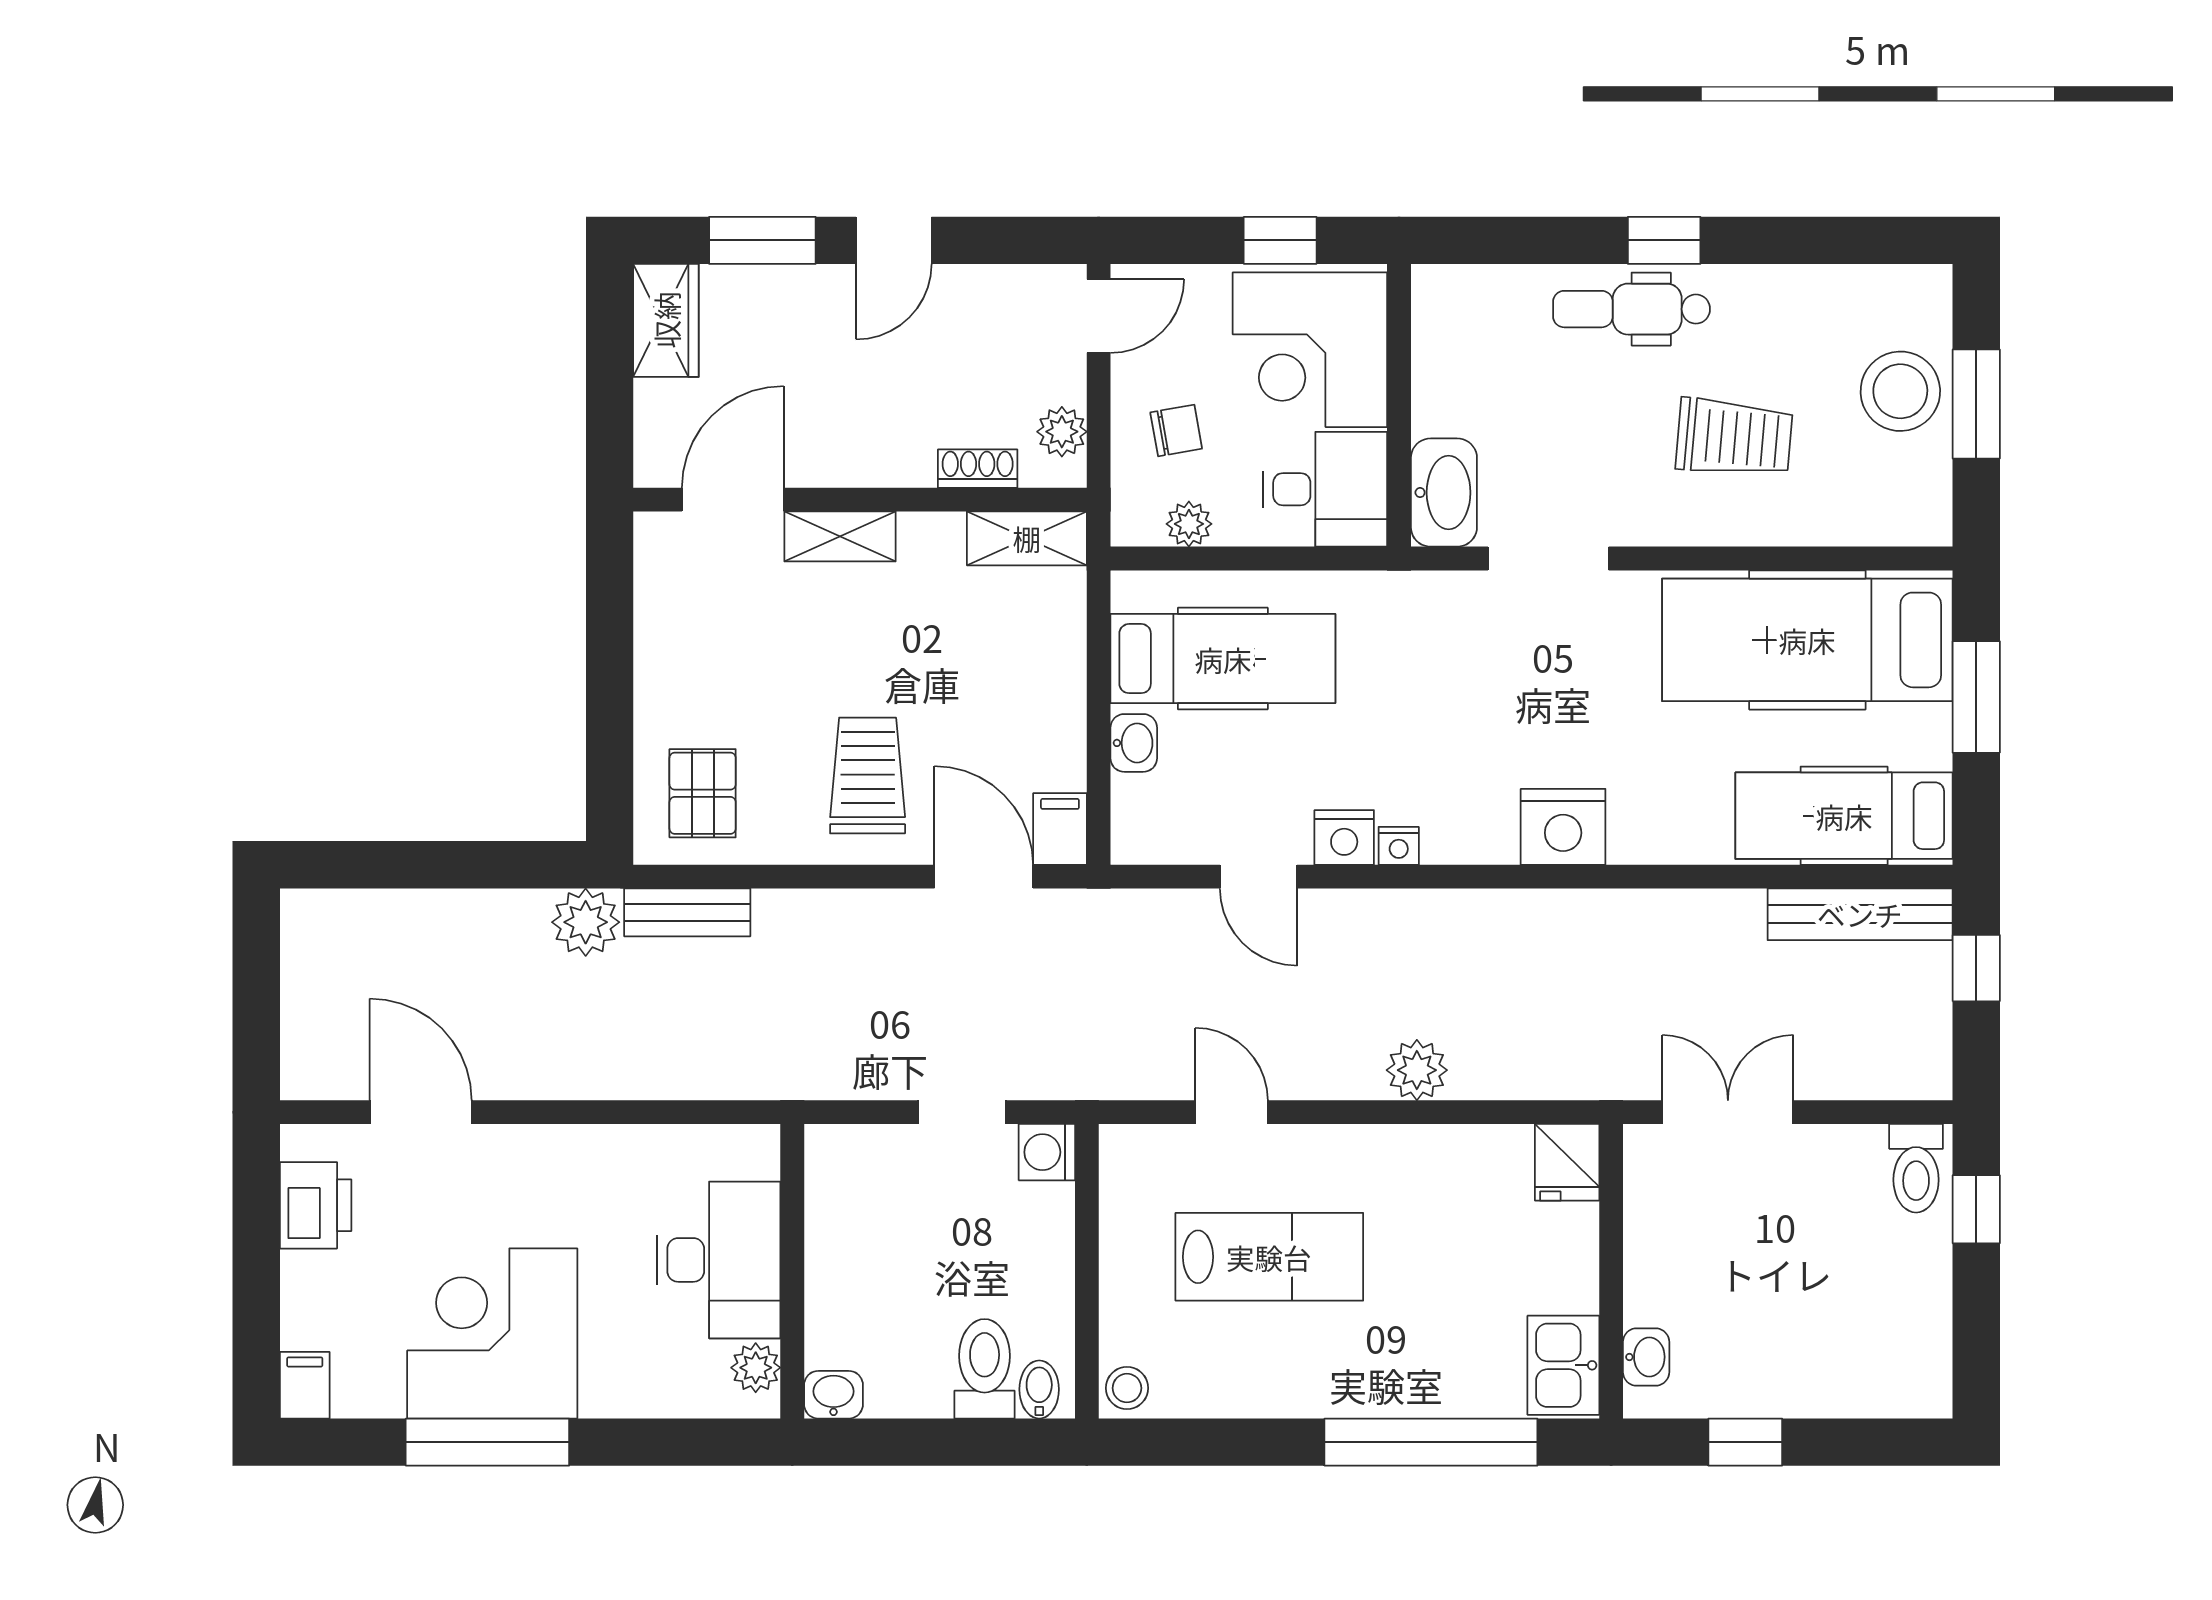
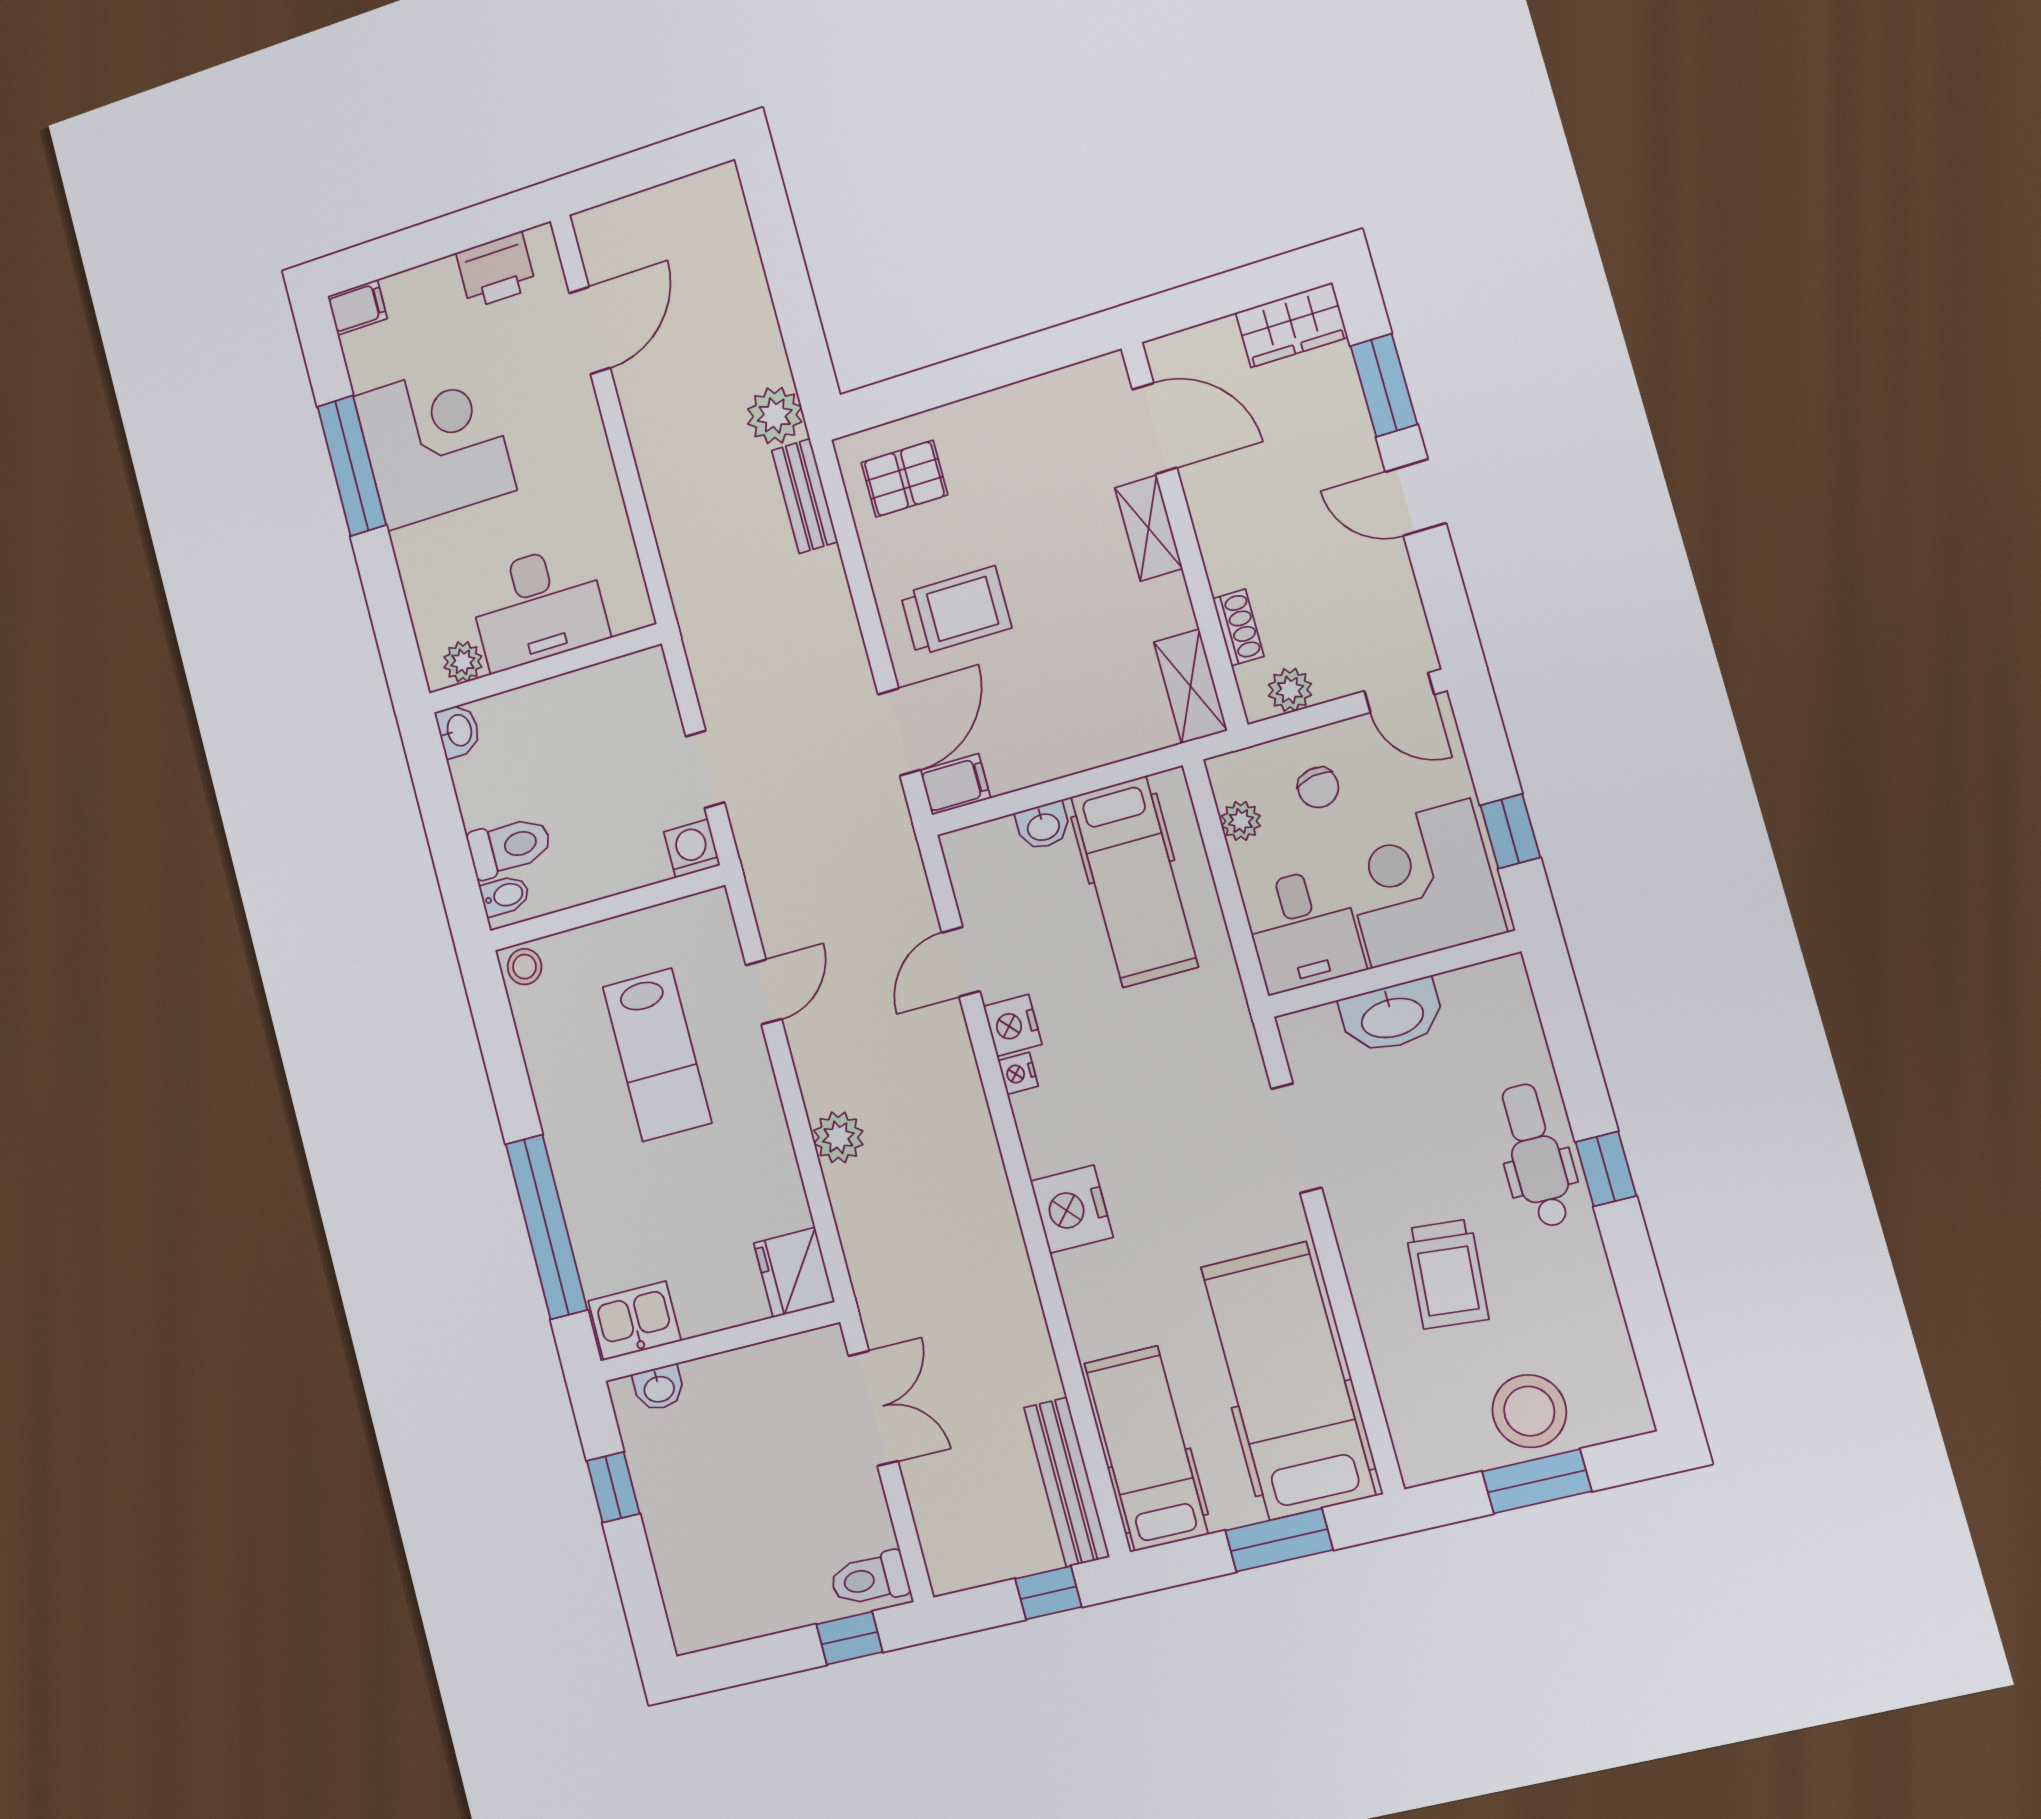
washbasin: (1444, 493) -> (1392, 1016), moved
fridge: (1567, 1162) -> (794, 1272), width x1.38

